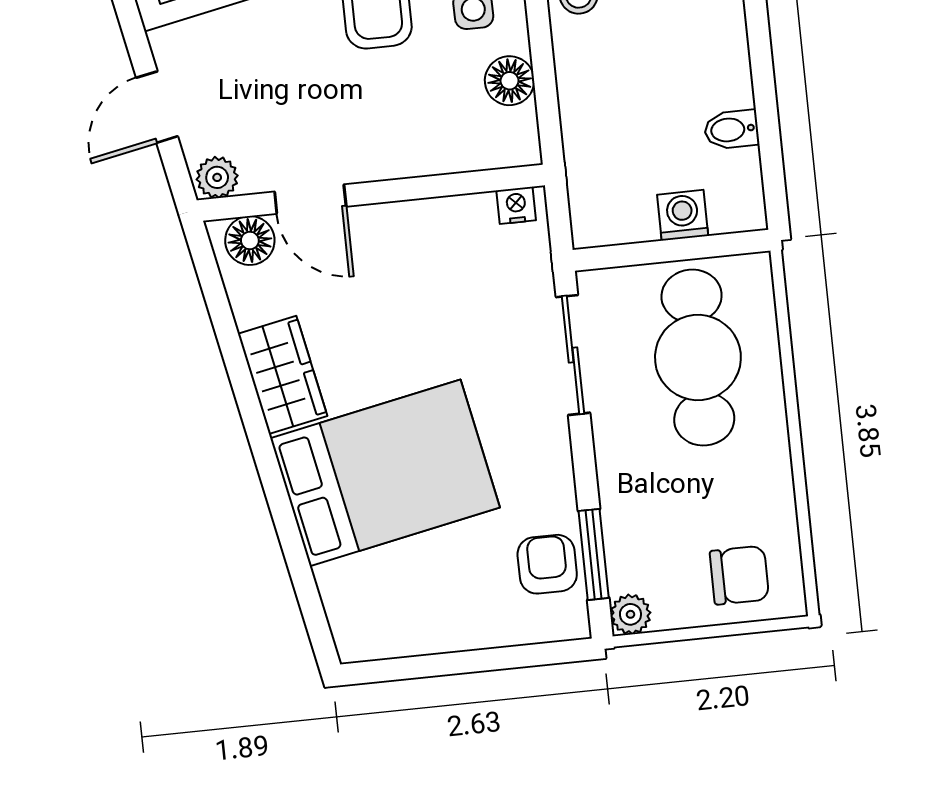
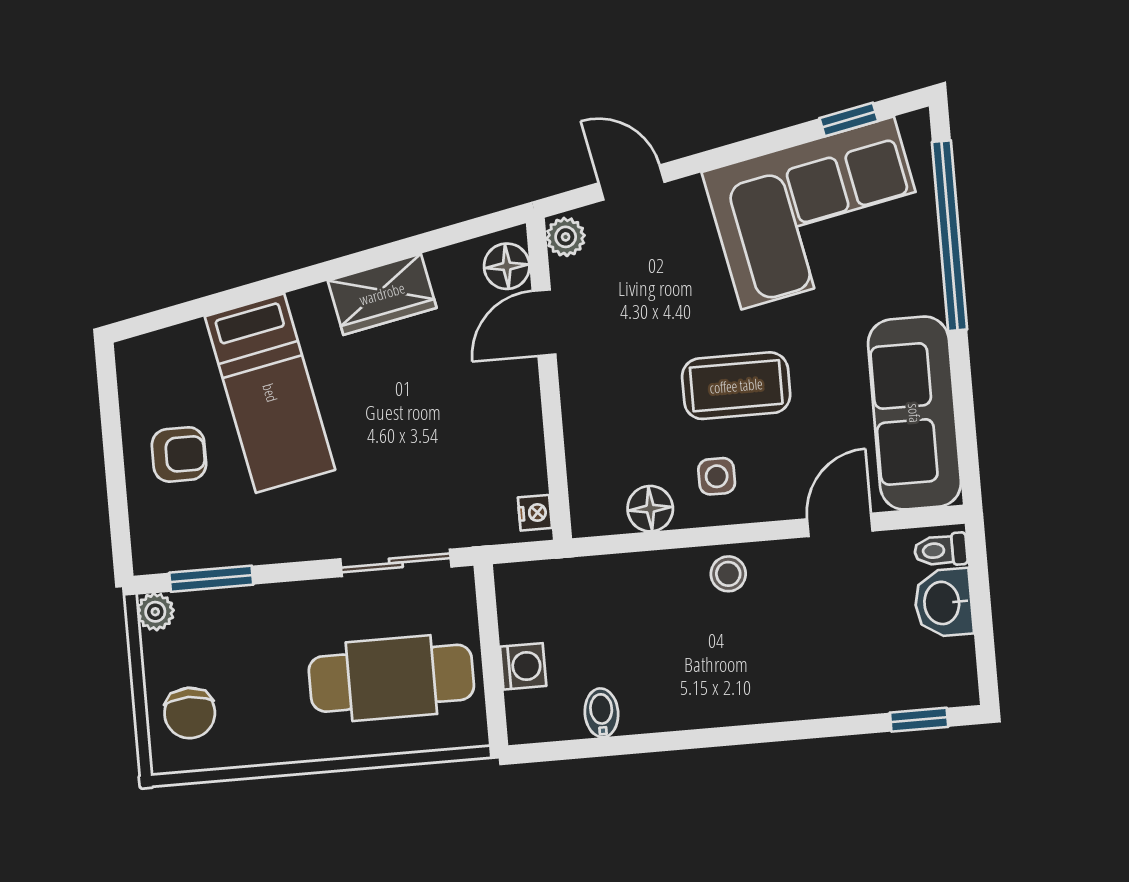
bed: (385, 473) -> (270, 393), width x0.67
armchair: (547, 564) -> (179, 454), moved

